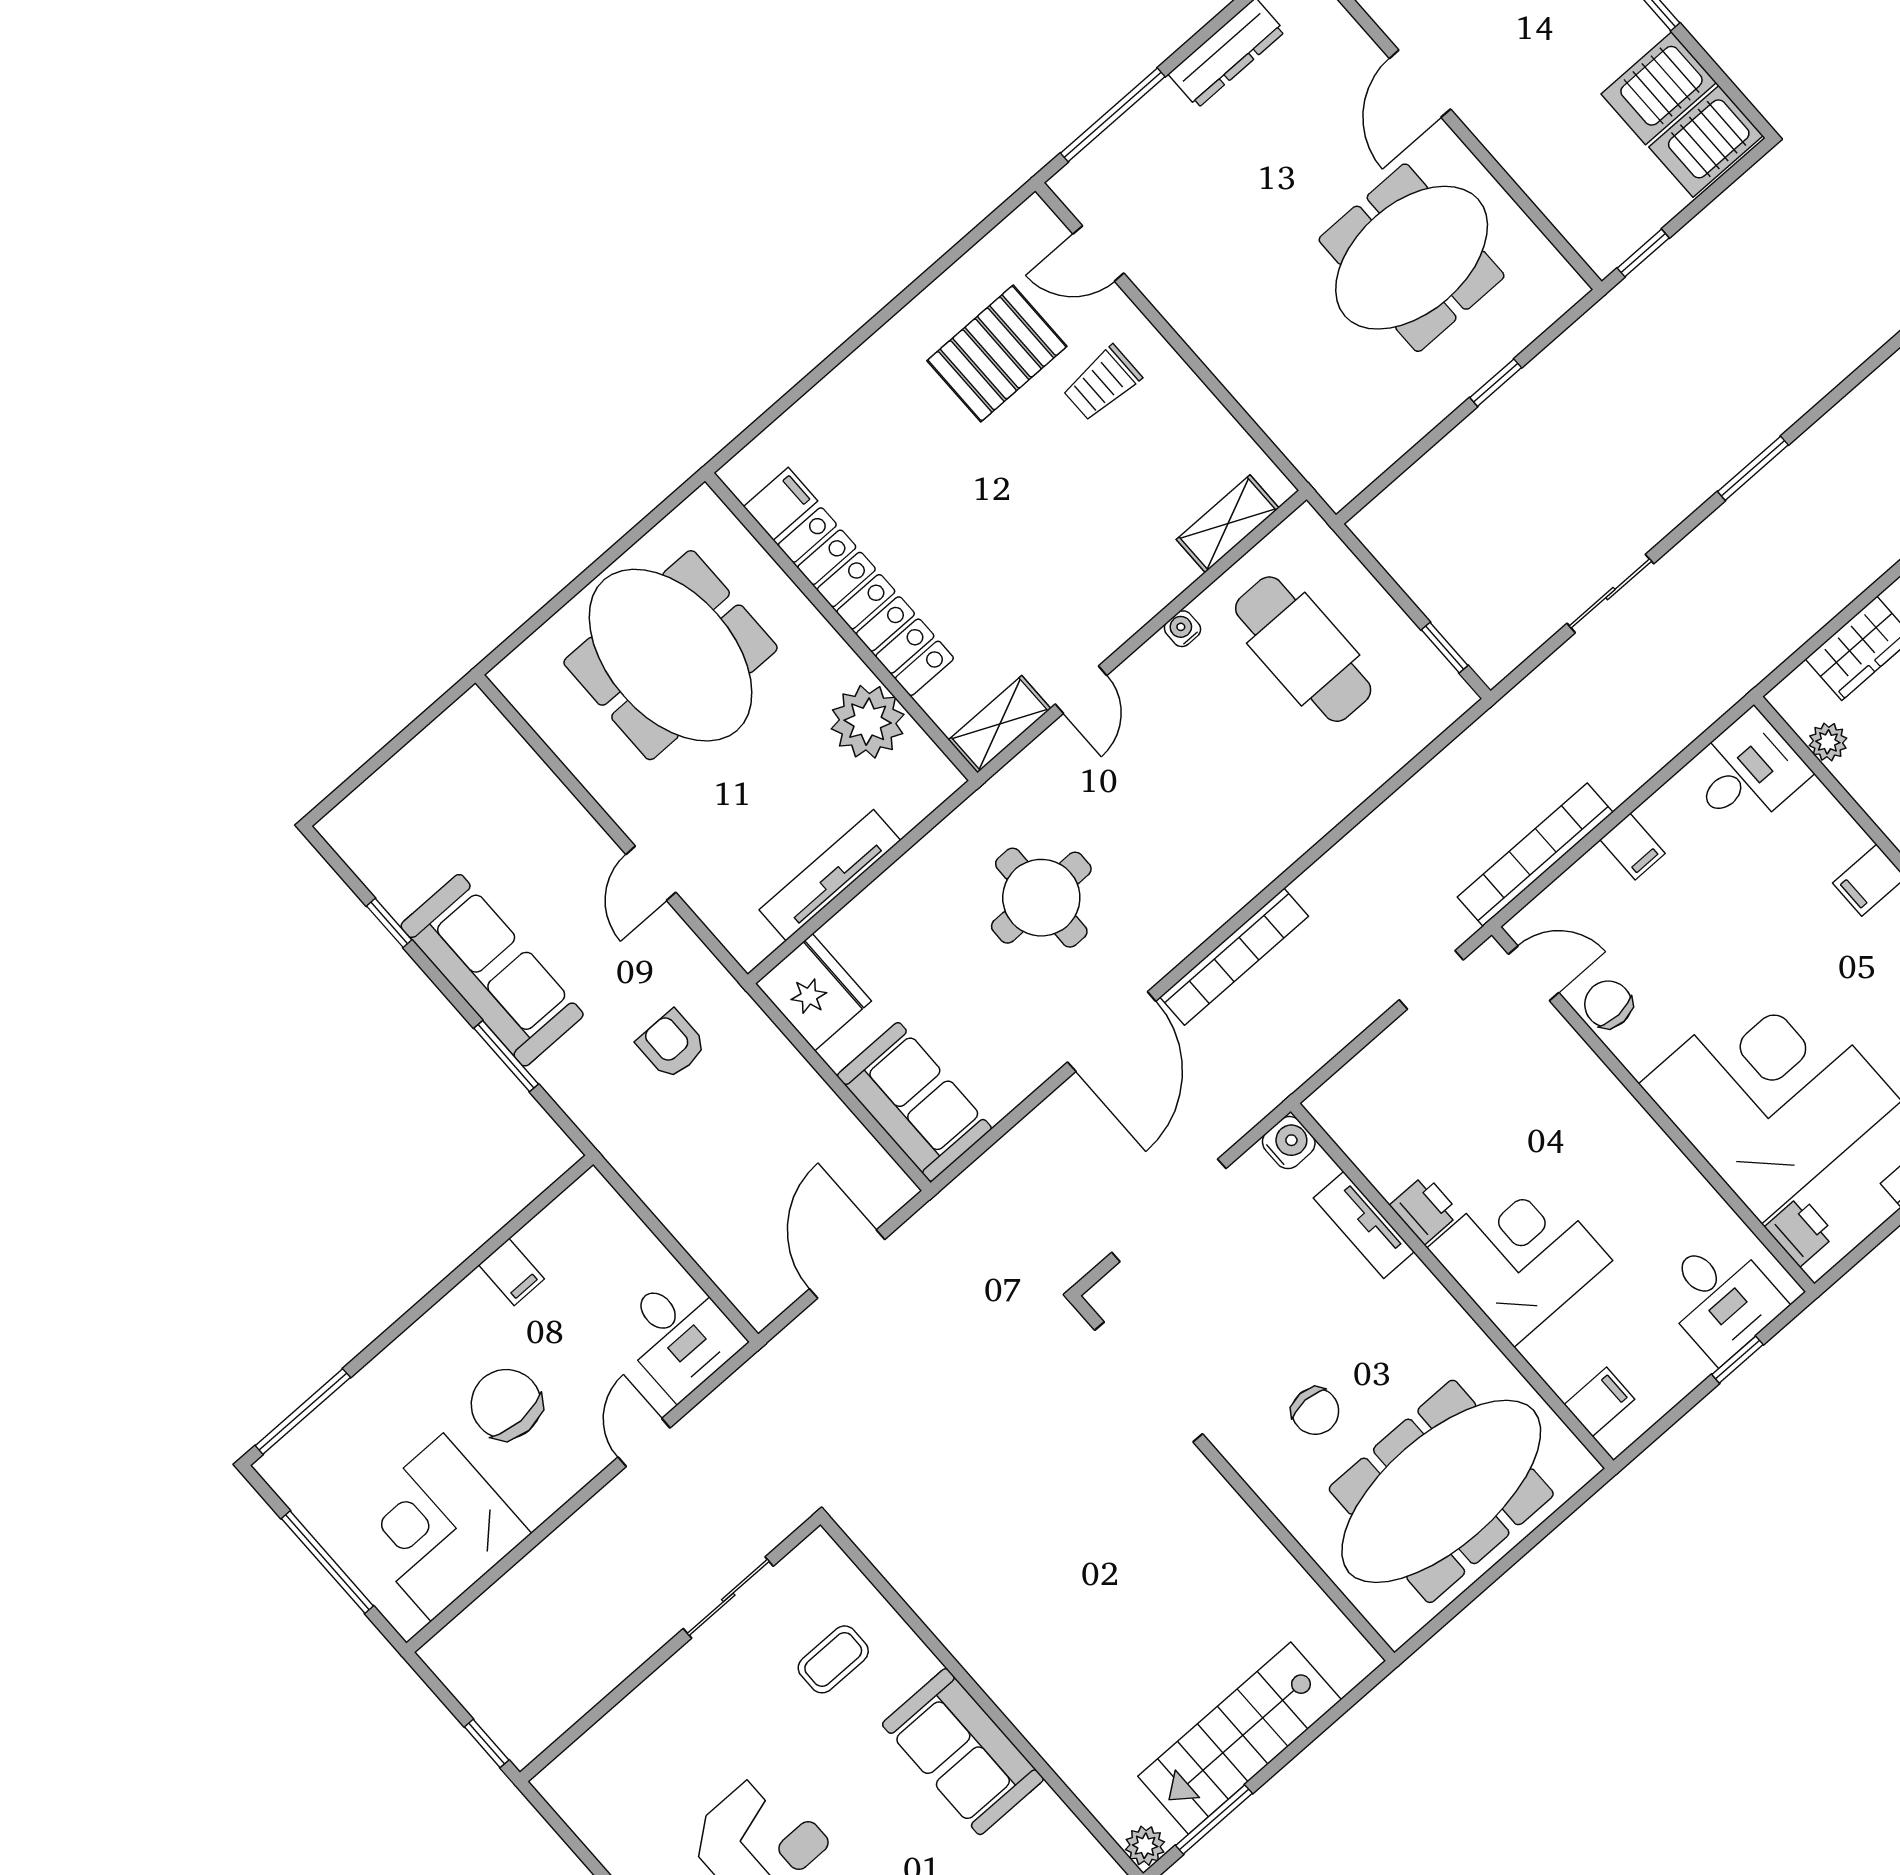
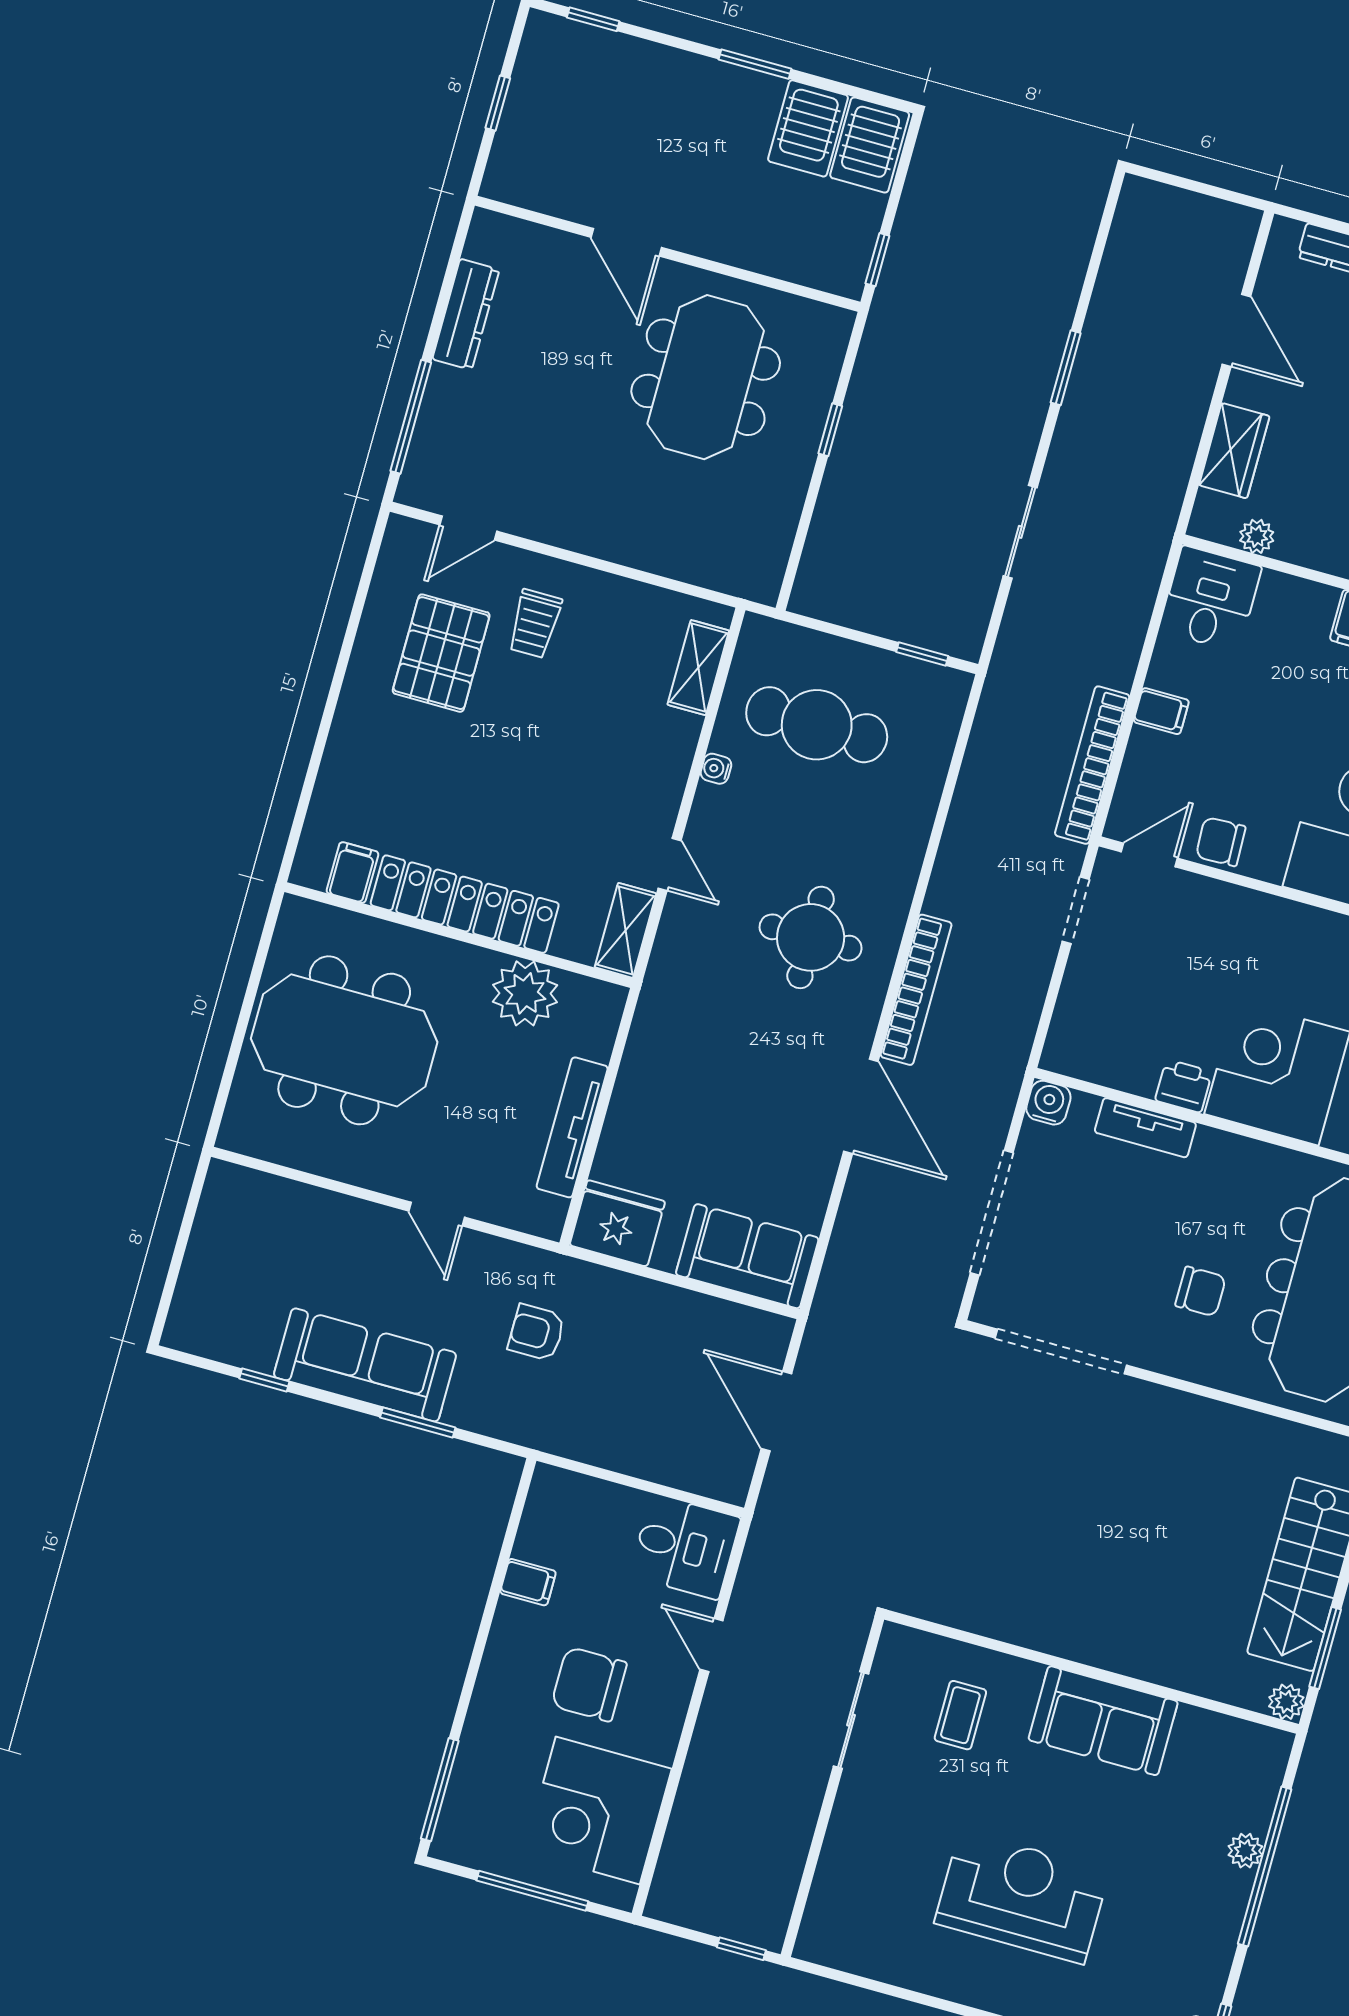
round table: (1041, 898) -> (811, 937), moved

